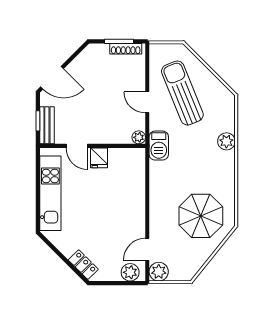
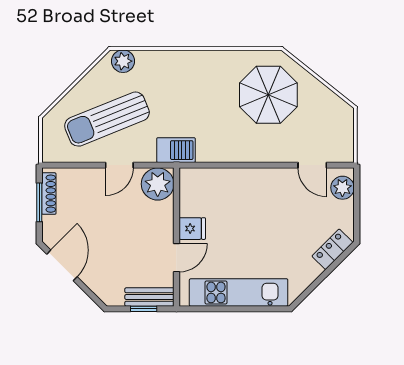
door: (52, 78) -> (62, 265), moved
plant: (139, 137) -> (158, 184), width x1.87, depth x1.87
plant: (226, 141) -> (123, 61), moved
plant: (159, 272) -> (342, 150), removed

